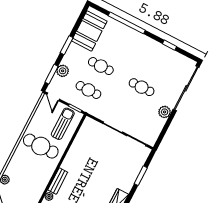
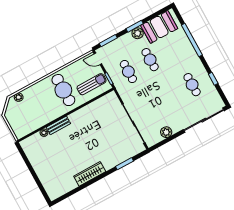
plant: (63, 71) -> (138, 33), moved
cafe table: (142, 87) -> (192, 85), moved
door: (53, 97) -> (98, 59), hinge flipped
plant: (165, 112) -> (166, 132), moved

